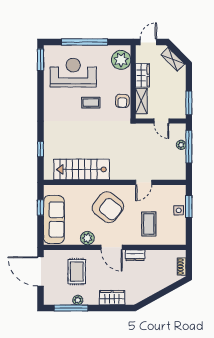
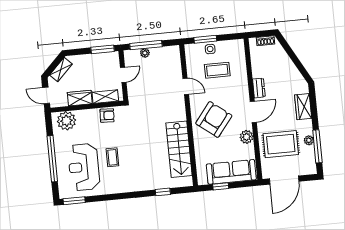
coffee table: (91, 103) -> (112, 157), moved
coffee table: (149, 224) -> (217, 70), moved
rug: (77, 272) -> (281, 144), width x1.36, depth x1.43

